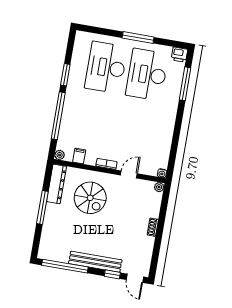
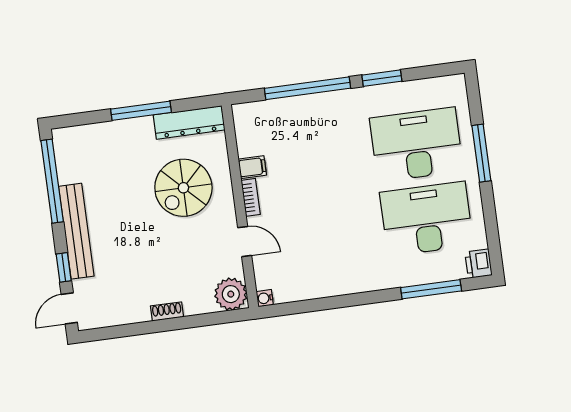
window: (138, 37) -> (481, 153), moved
plant: (60, 155) -> (241, 112), removed
filing cabinet: (79, 156) -> (252, 167), moved
plant: (159, 187) -> (231, 294), width x1.88, depth x1.88

